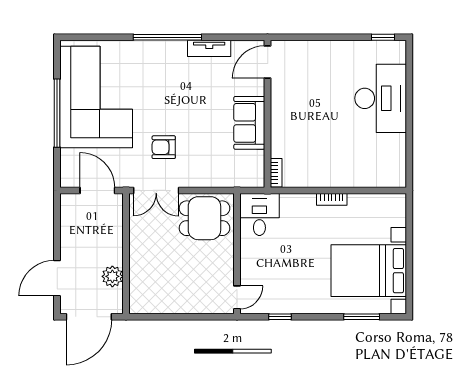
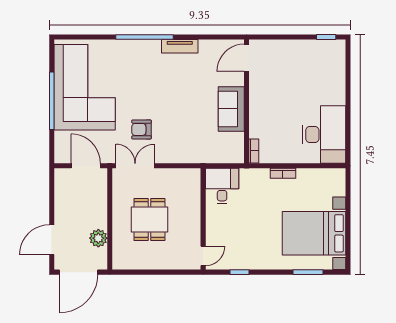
door: (268, 62) -> (247, 58), moved
desk: (381, 98) -> (324, 135), moved
wall: (268, 114) -> (247, 101), moved
sofa: (249, 123) -> (231, 109), moved
bookcase: (276, 173) -> (254, 151), moved
double door: (156, 190) -> (135, 166), swing flipped
dining table: (204, 218) -> (149, 220), moved, turned 90

